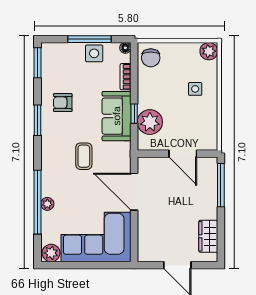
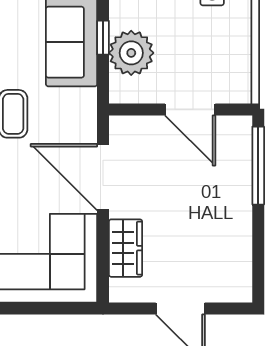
wardrobe: (208, 236) -> (126, 248), moved, turned 180

